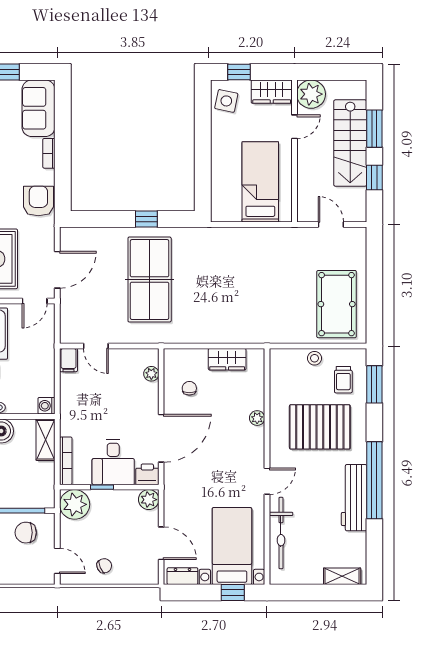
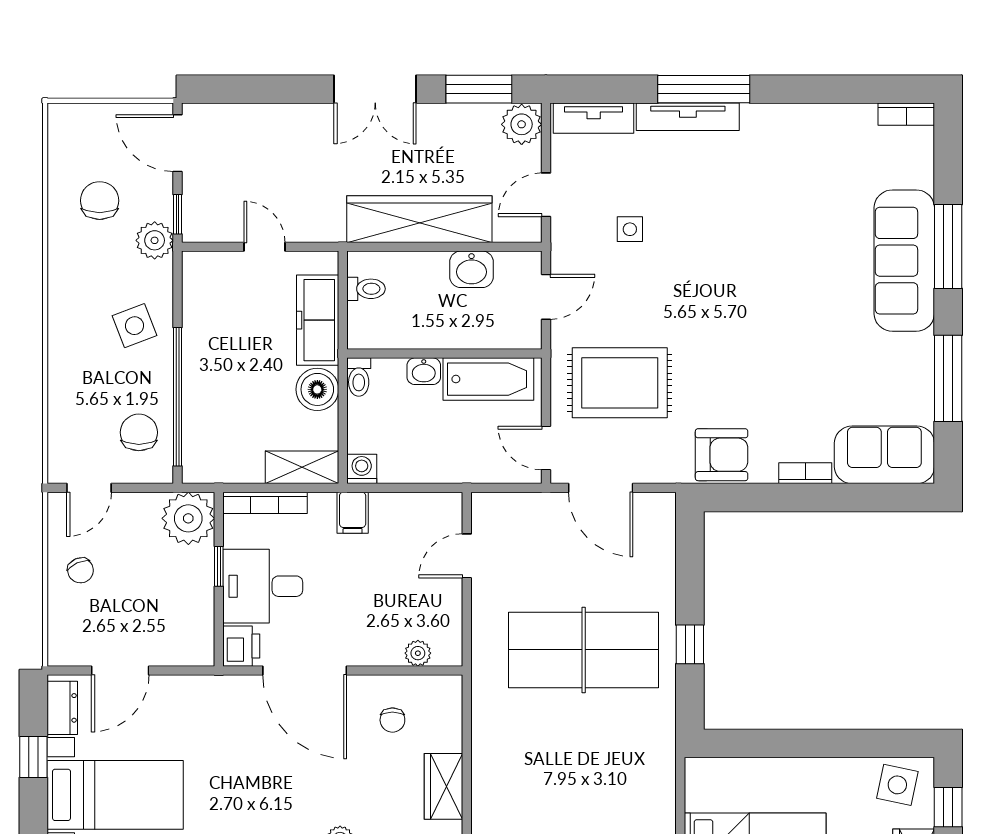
filing cabinet: (68, 360) -> (353, 513), moved, turned -90
chair: (189, 388) -> (392, 720), turned 90
plant: (149, 500) -> (197, 649), removed
window: (233, 593) -> (33, 757), moved

